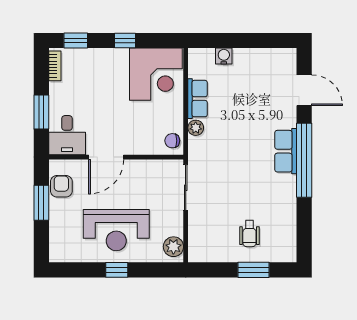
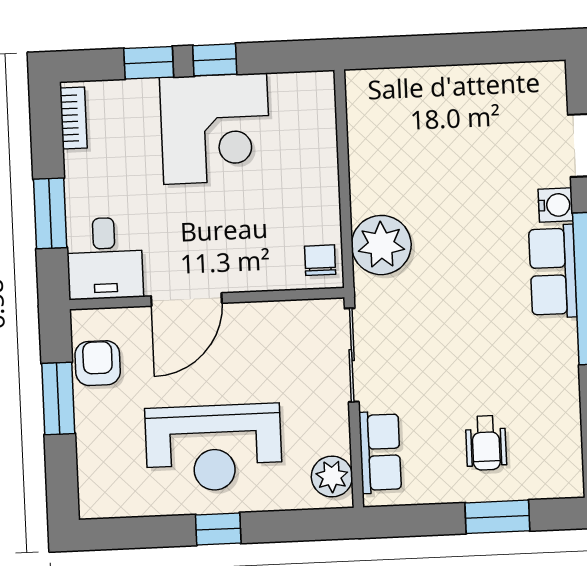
window: (76, 41) -> (149, 63), moved
water cooler: (224, 56) -> (556, 205), moved, turned 90
corner desk: (156, 74) -> (215, 129), moved
row of seats: (197, 99) -> (380, 452), moved
plant: (196, 128) -> (381, 245), width x1.87, depth x1.87
chair: (172, 141) -> (320, 260), turned 90

